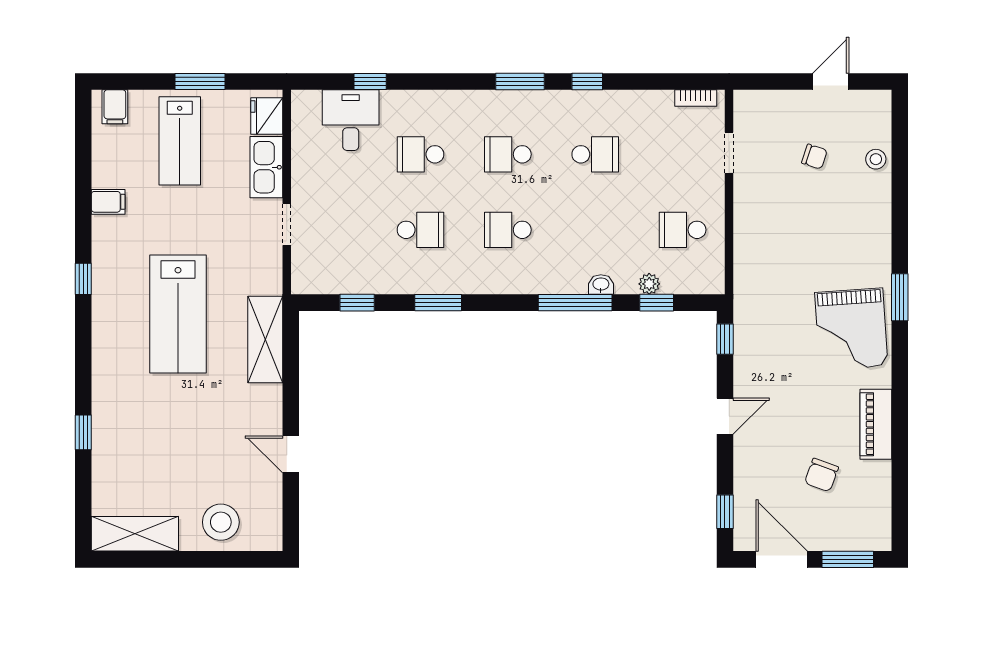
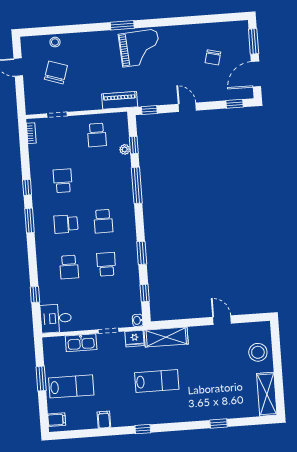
fridge: (267, 116) -> (135, 339), moved
desk: (351, 120) -> (56, 318), moved
school desk: (508, 154) -> (66, 224), turned 90
chair: (814, 157) -> (56, 72), width x1.87, depth x1.87
washbasin: (601, 285) -> (138, 320), moved
lab bench: (178, 314) -> (157, 381), width x0.73, depth x0.72
piano: (876, 424) -> (120, 100), moved, turned 180
door: (291, 454) -> (222, 320), swing flipped
chair: (821, 475) -> (213, 57), turned 84

